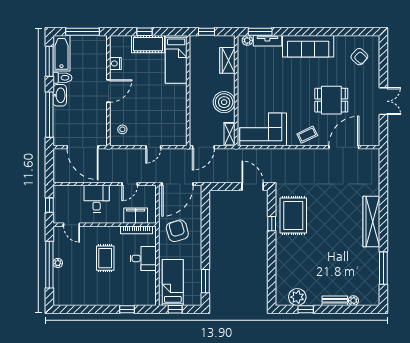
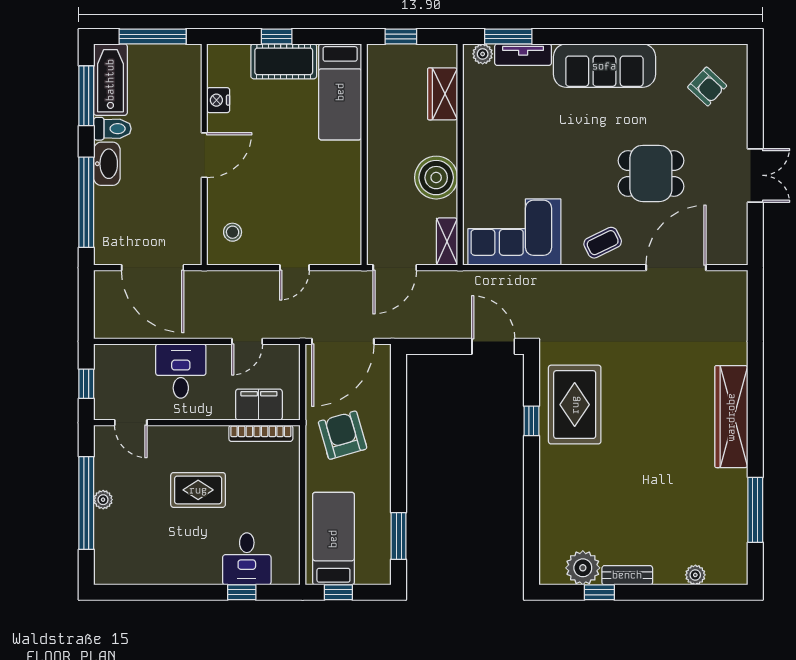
rug: (105, 258) -> (198, 490), turned 90
desk: (143, 258) -> (247, 559), moved, turned 90
bench: (335, 301) -> (627, 575), moved

